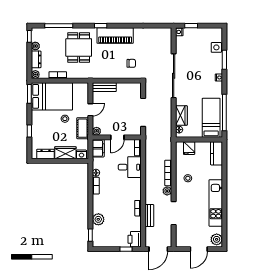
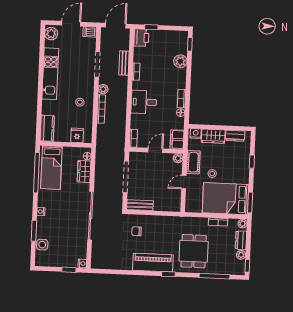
bench: (104, 87) -> (140, 205), moved
desk: (130, 167) -> (144, 102), moved
dishwasher: (182, 242) -> (90, 32), added

